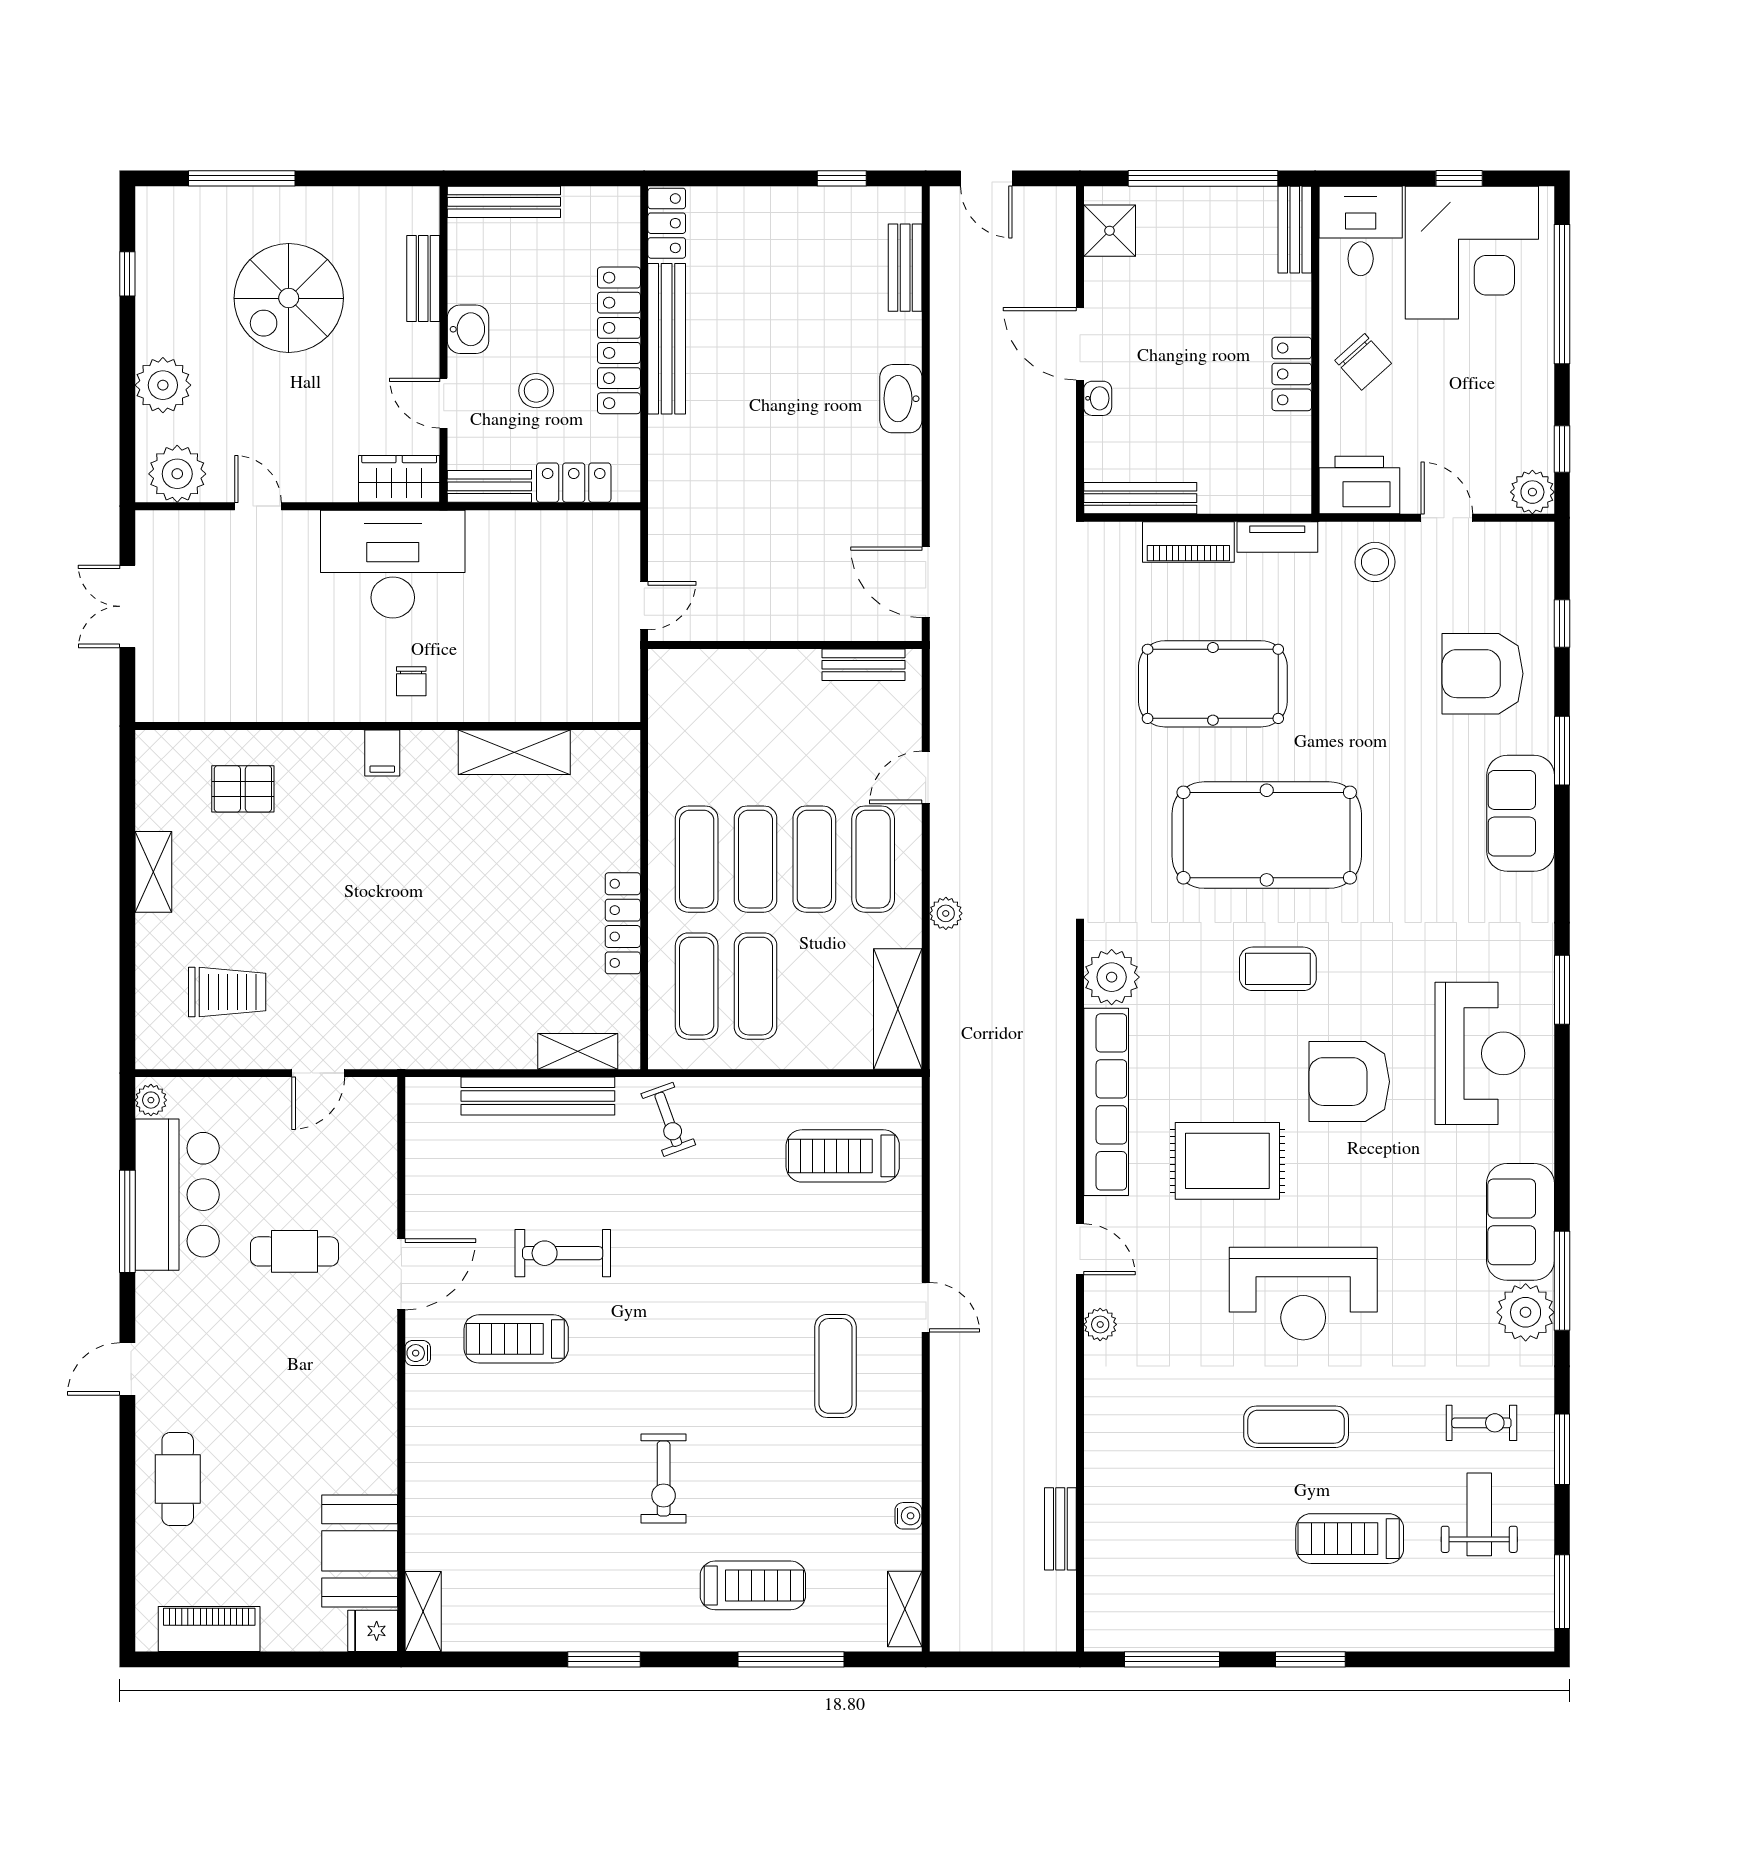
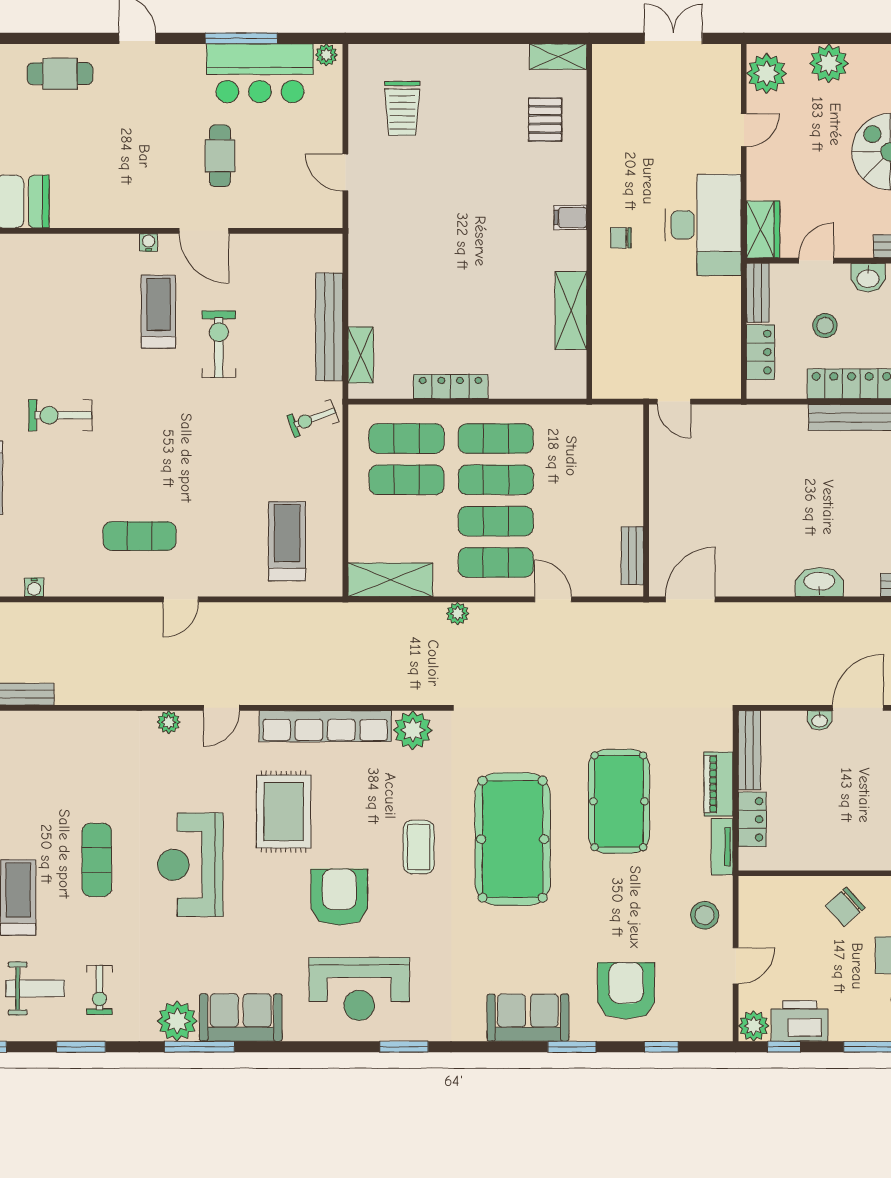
locker: (1292, 374) -> (752, 819), moved, turned 90
printer: (1359, 485) -> (800, 1021), moved, turned -90
shelving: (153, 872) -> (558, 57), moved

